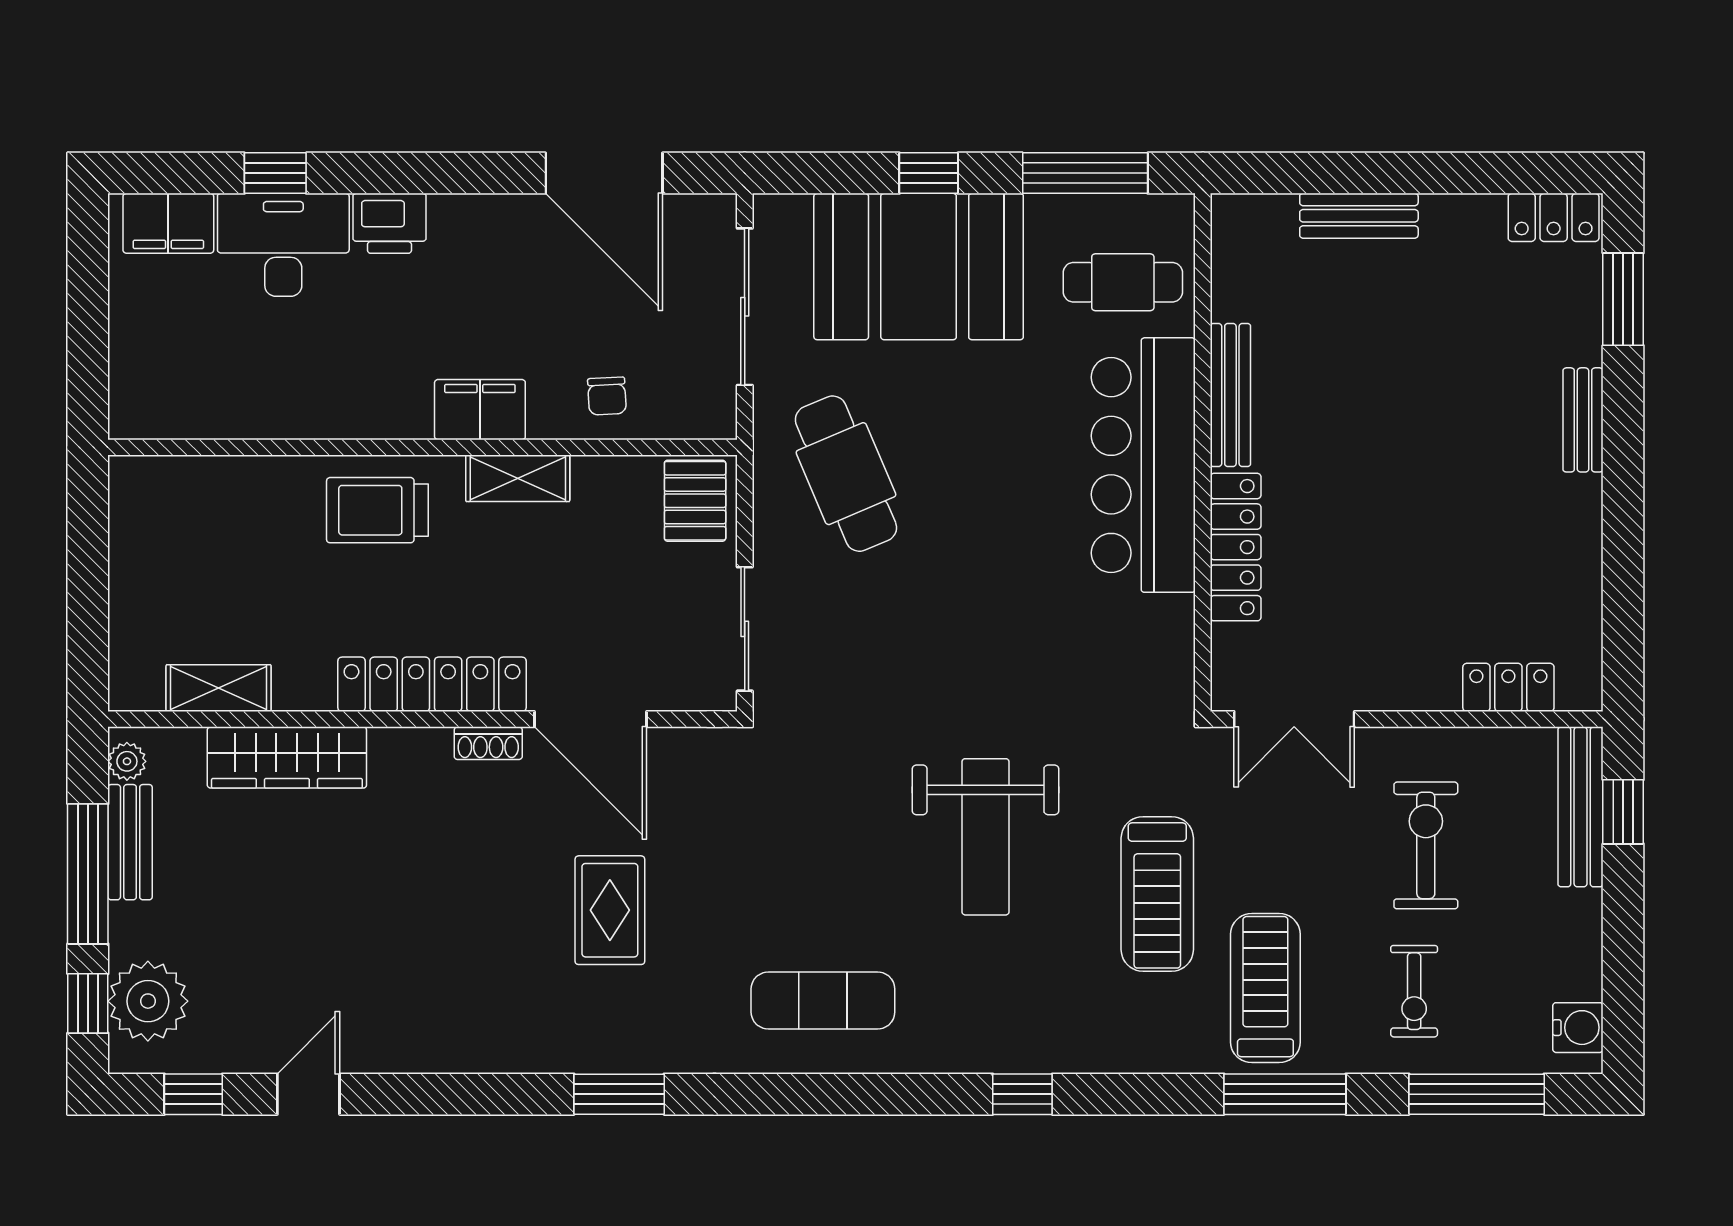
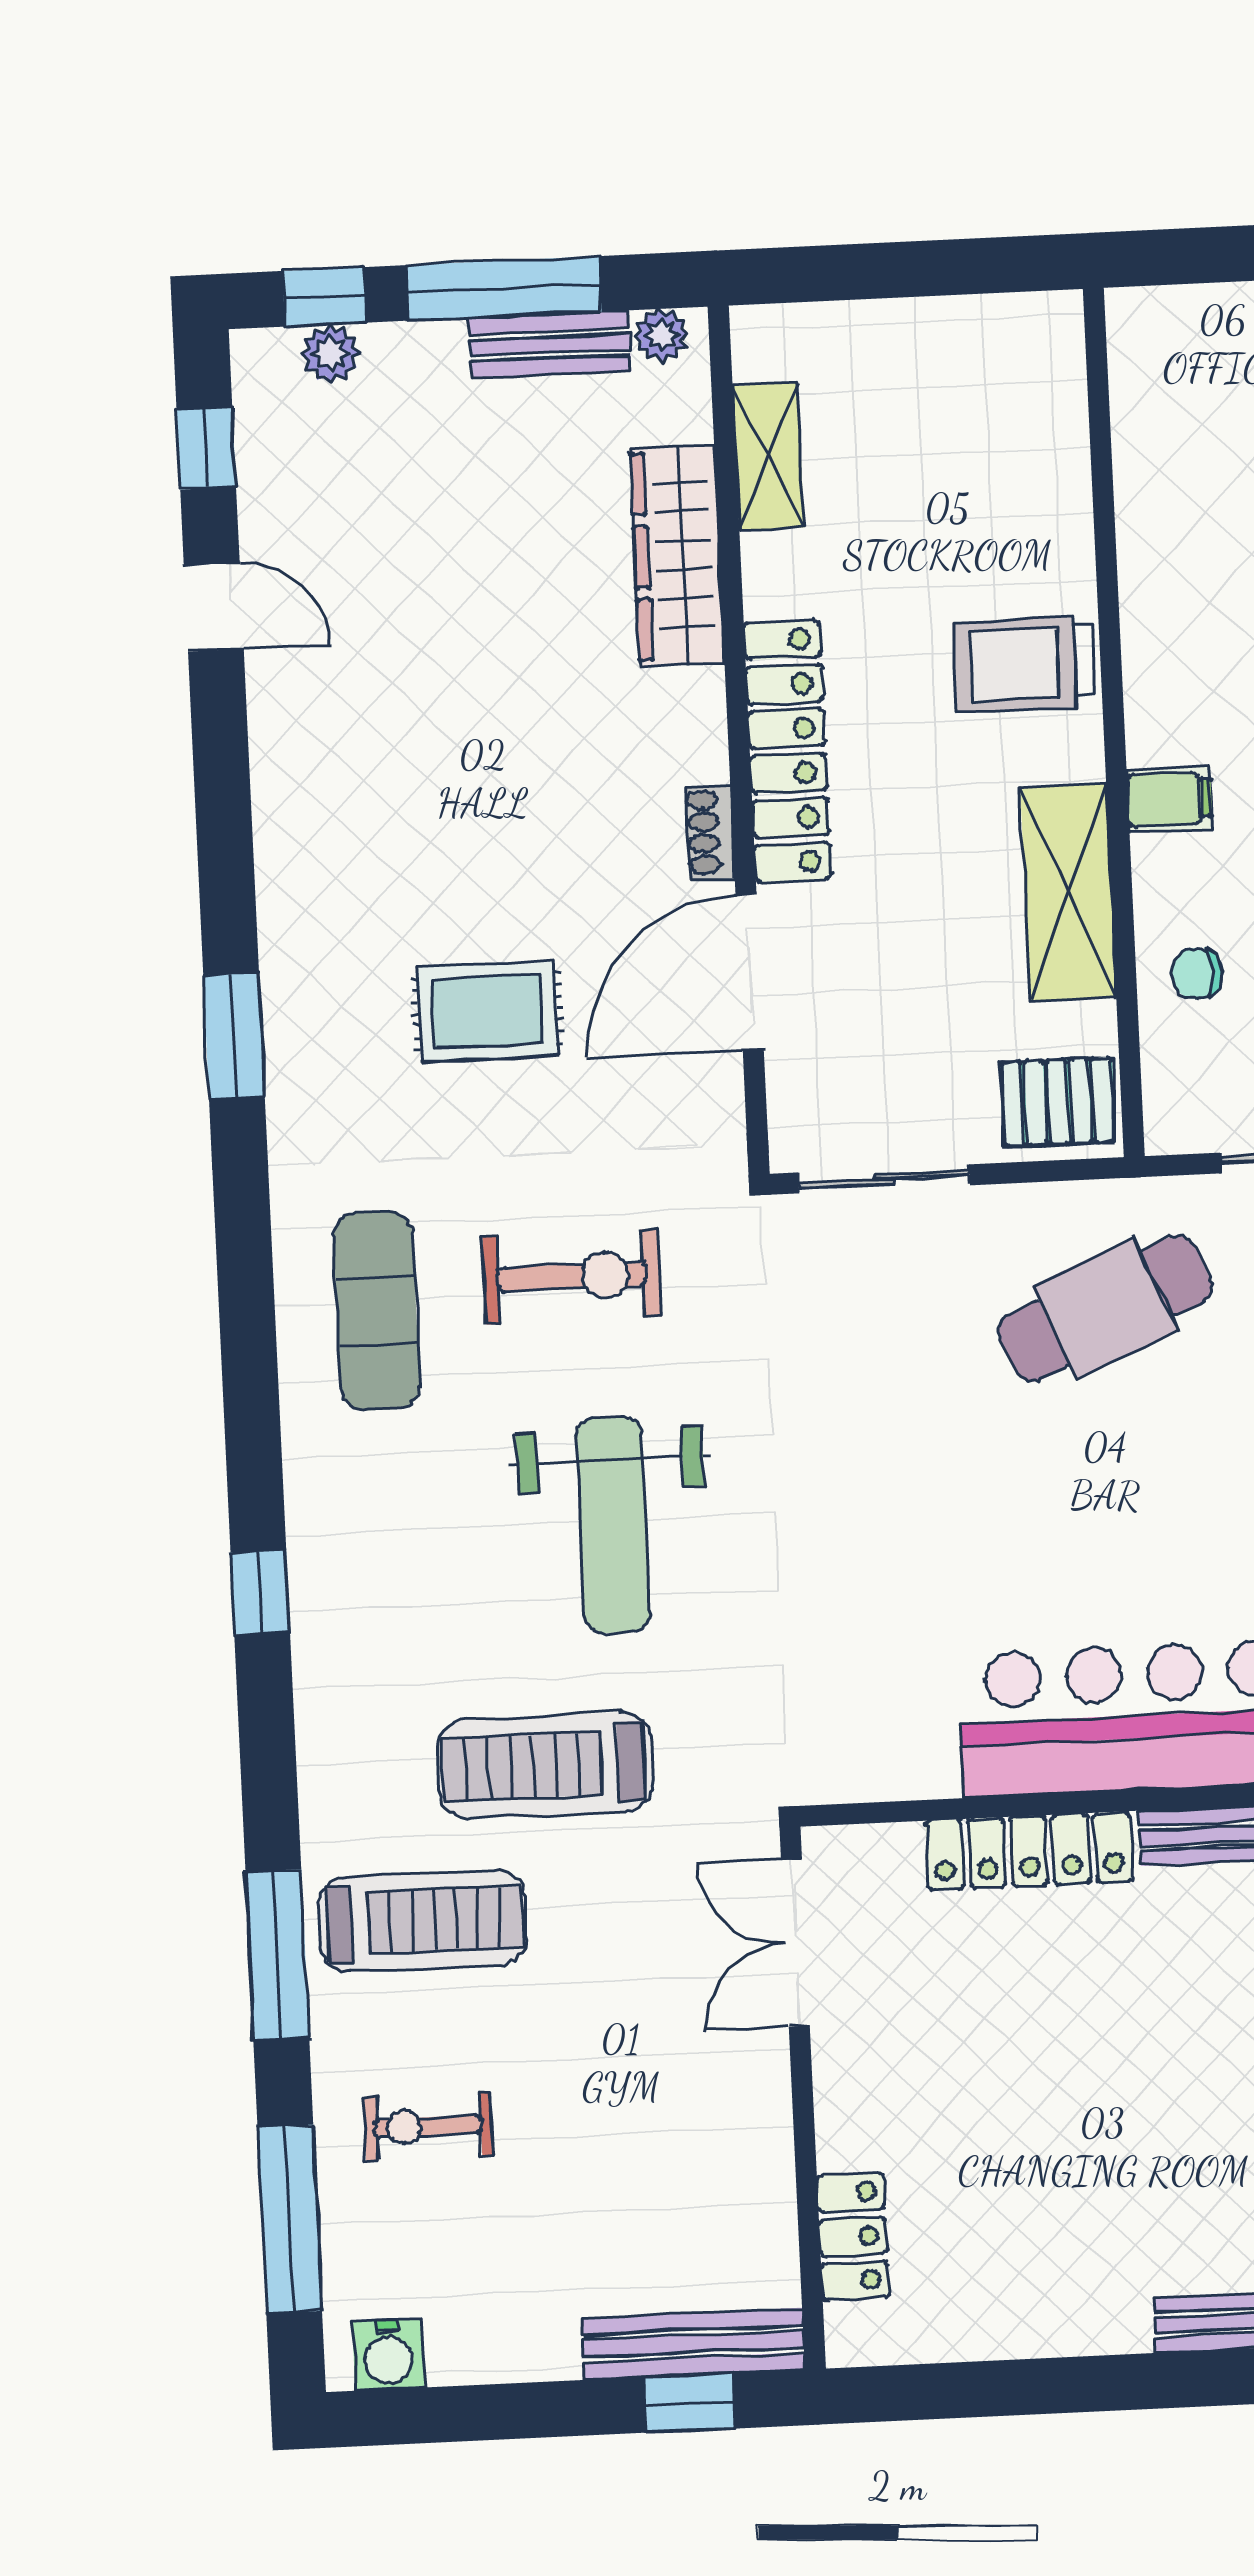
filing cabinet: (480, 410) -> (1170, 799), width x0.50
shelving: (518, 478) -> (1068, 892), width x1.50, depth x1.33
trolley: (377, 510) -> (1024, 664), turned -90
weight bench: (985, 837) -> (613, 1525), turned -90
exercise bike: (1426, 845) -> (572, 1277), moved
plant: (148, 1001) -> (331, 354), width x0.53, depth x0.53

